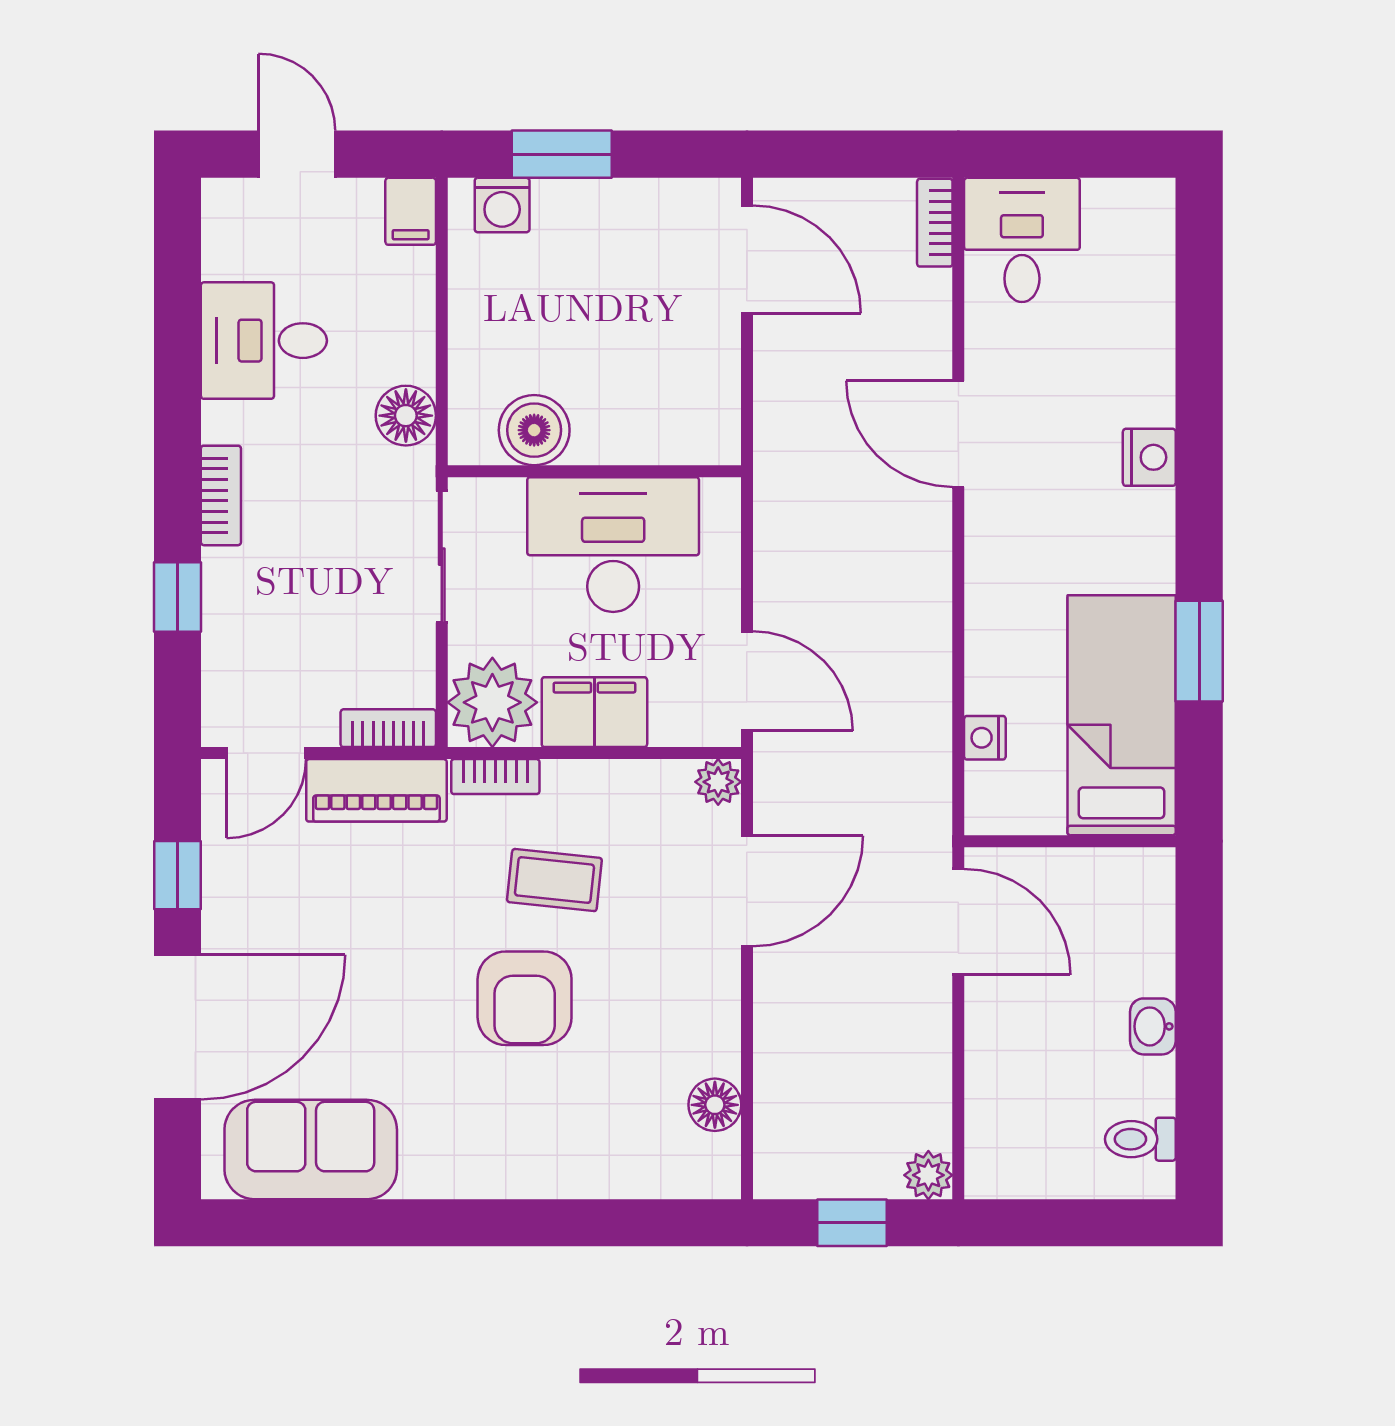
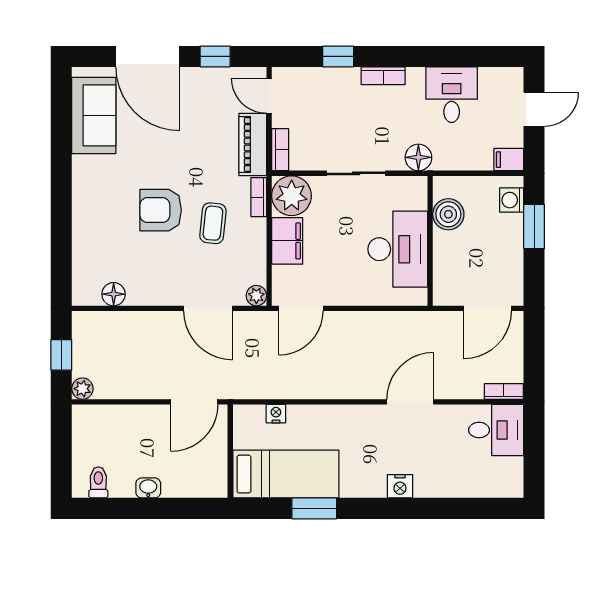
boiler: (534, 430) -> (448, 214), moved
wall: (594, 471) -> (430, 241), moved
desk: (613, 545) -> (398, 249), moved

